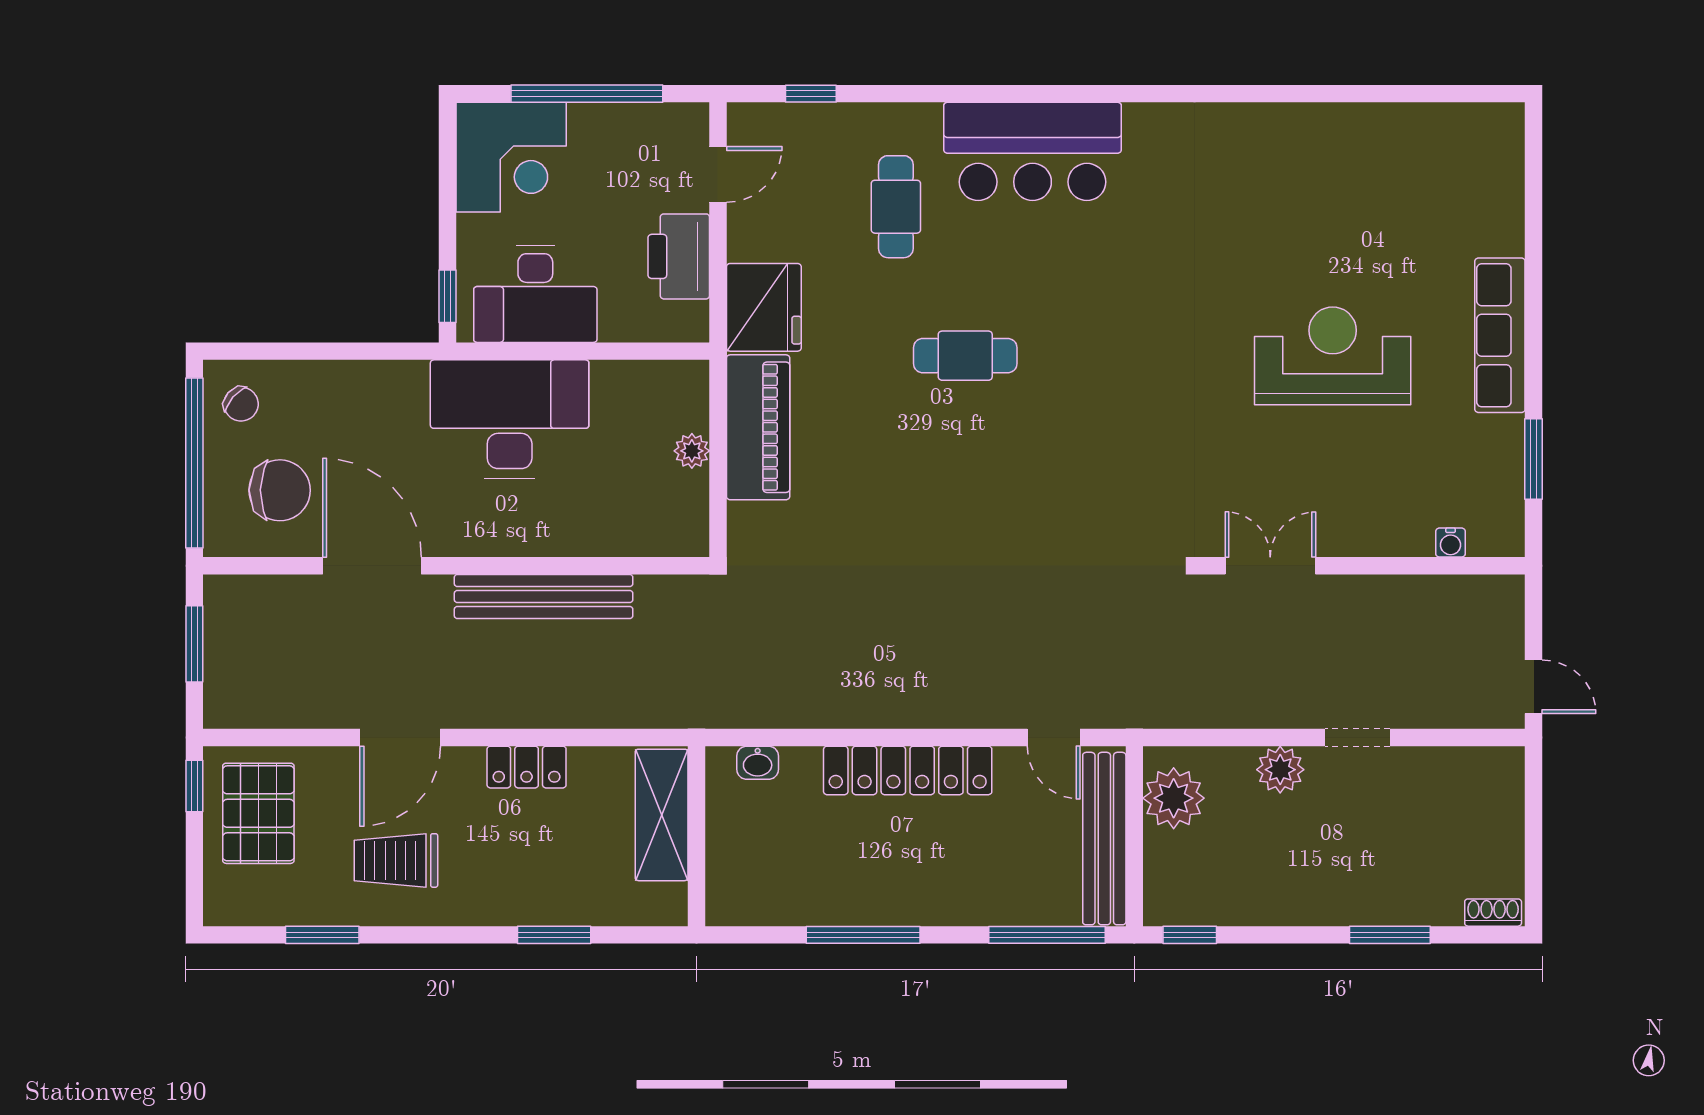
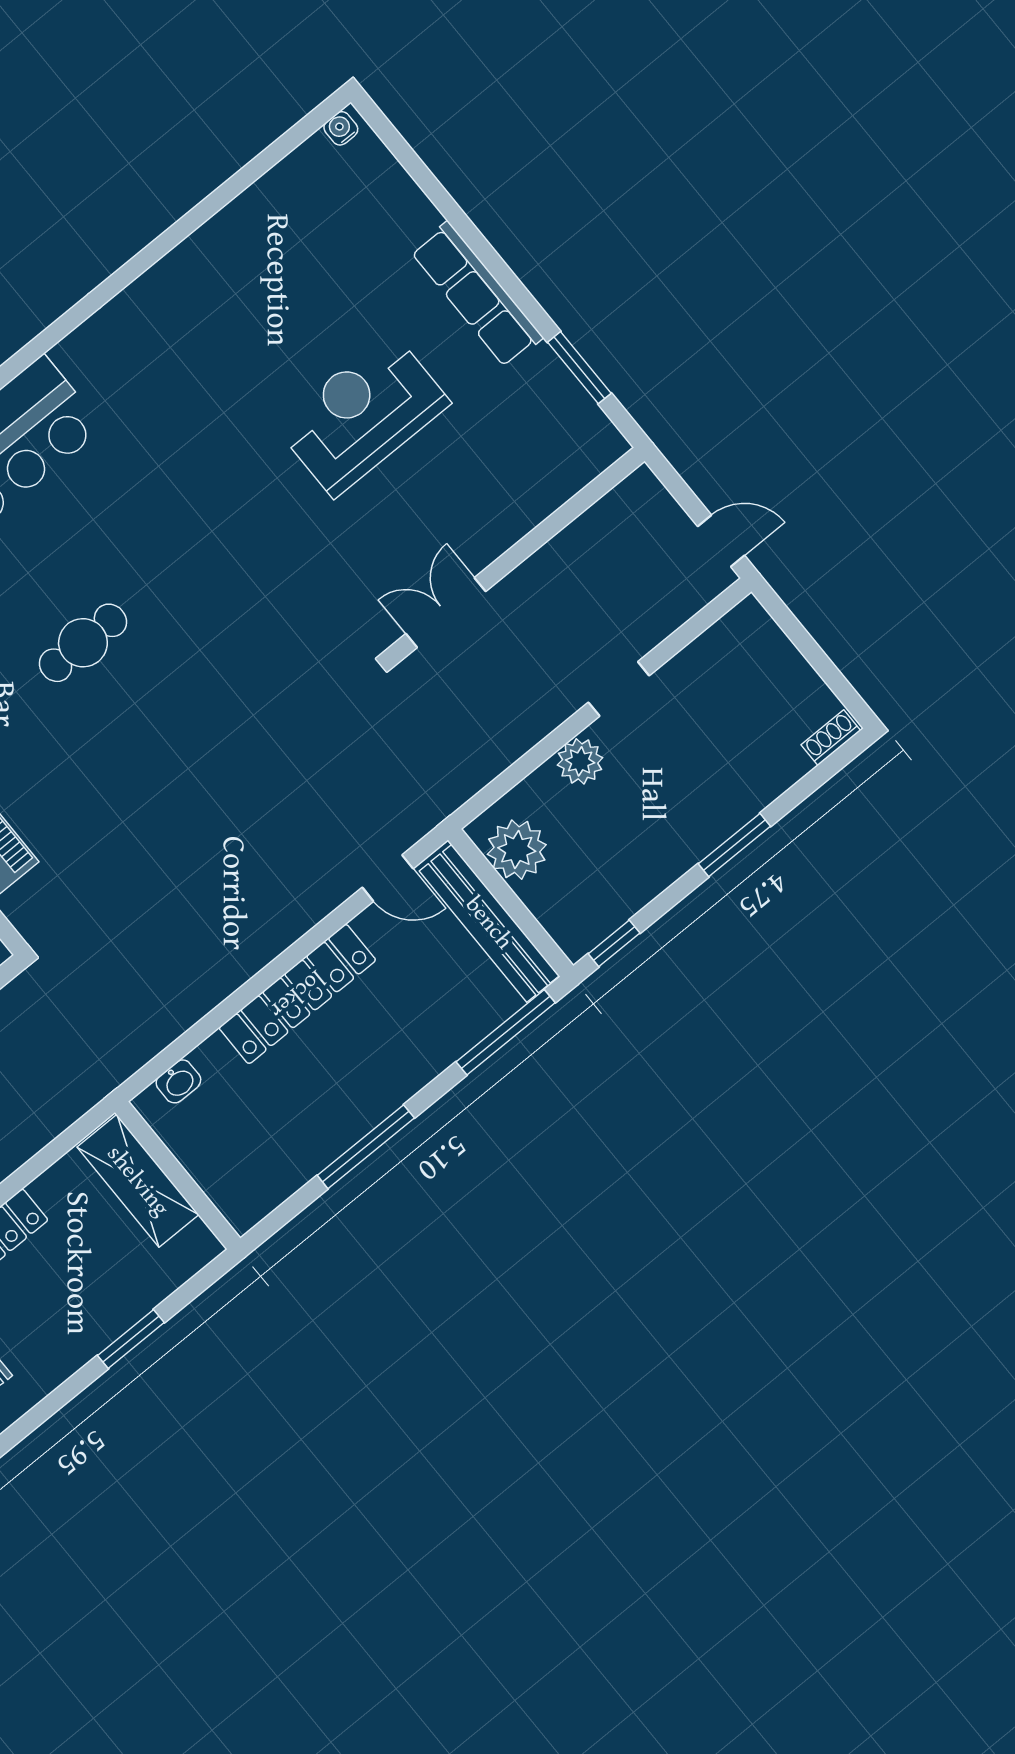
water cooler: (1451, 543) -> (341, 128), moved, turned 180
window: (1390, 935) -> (734, 845), moved

